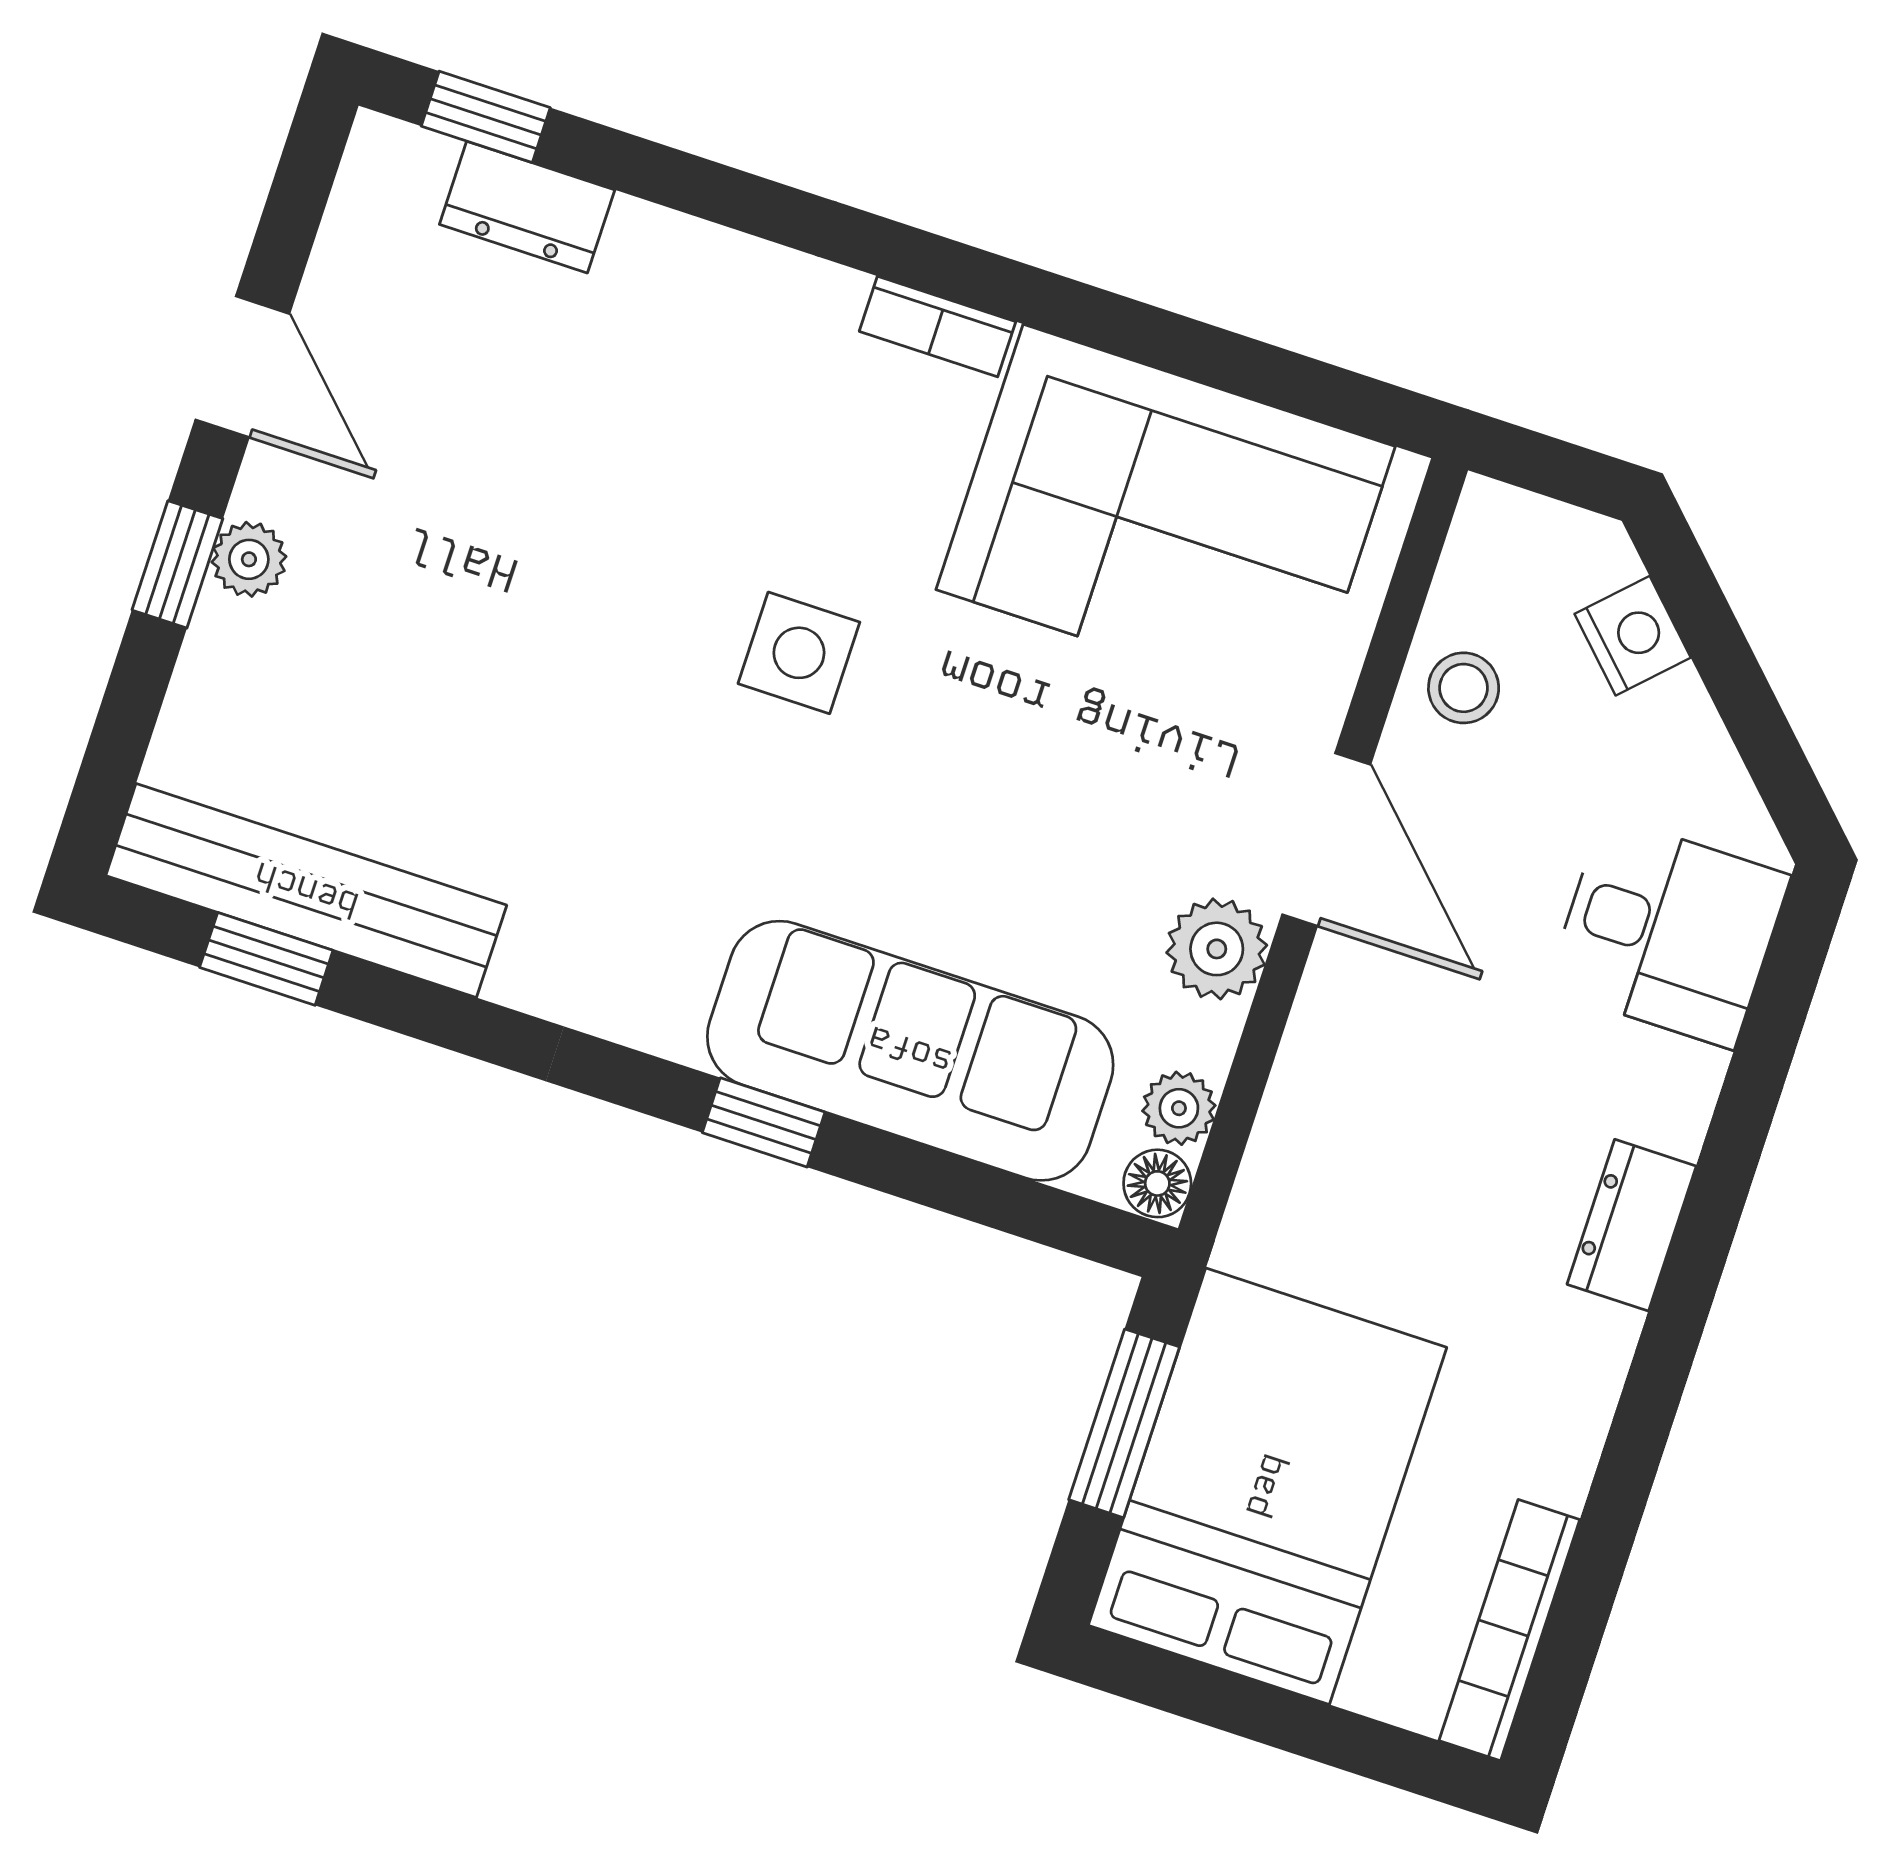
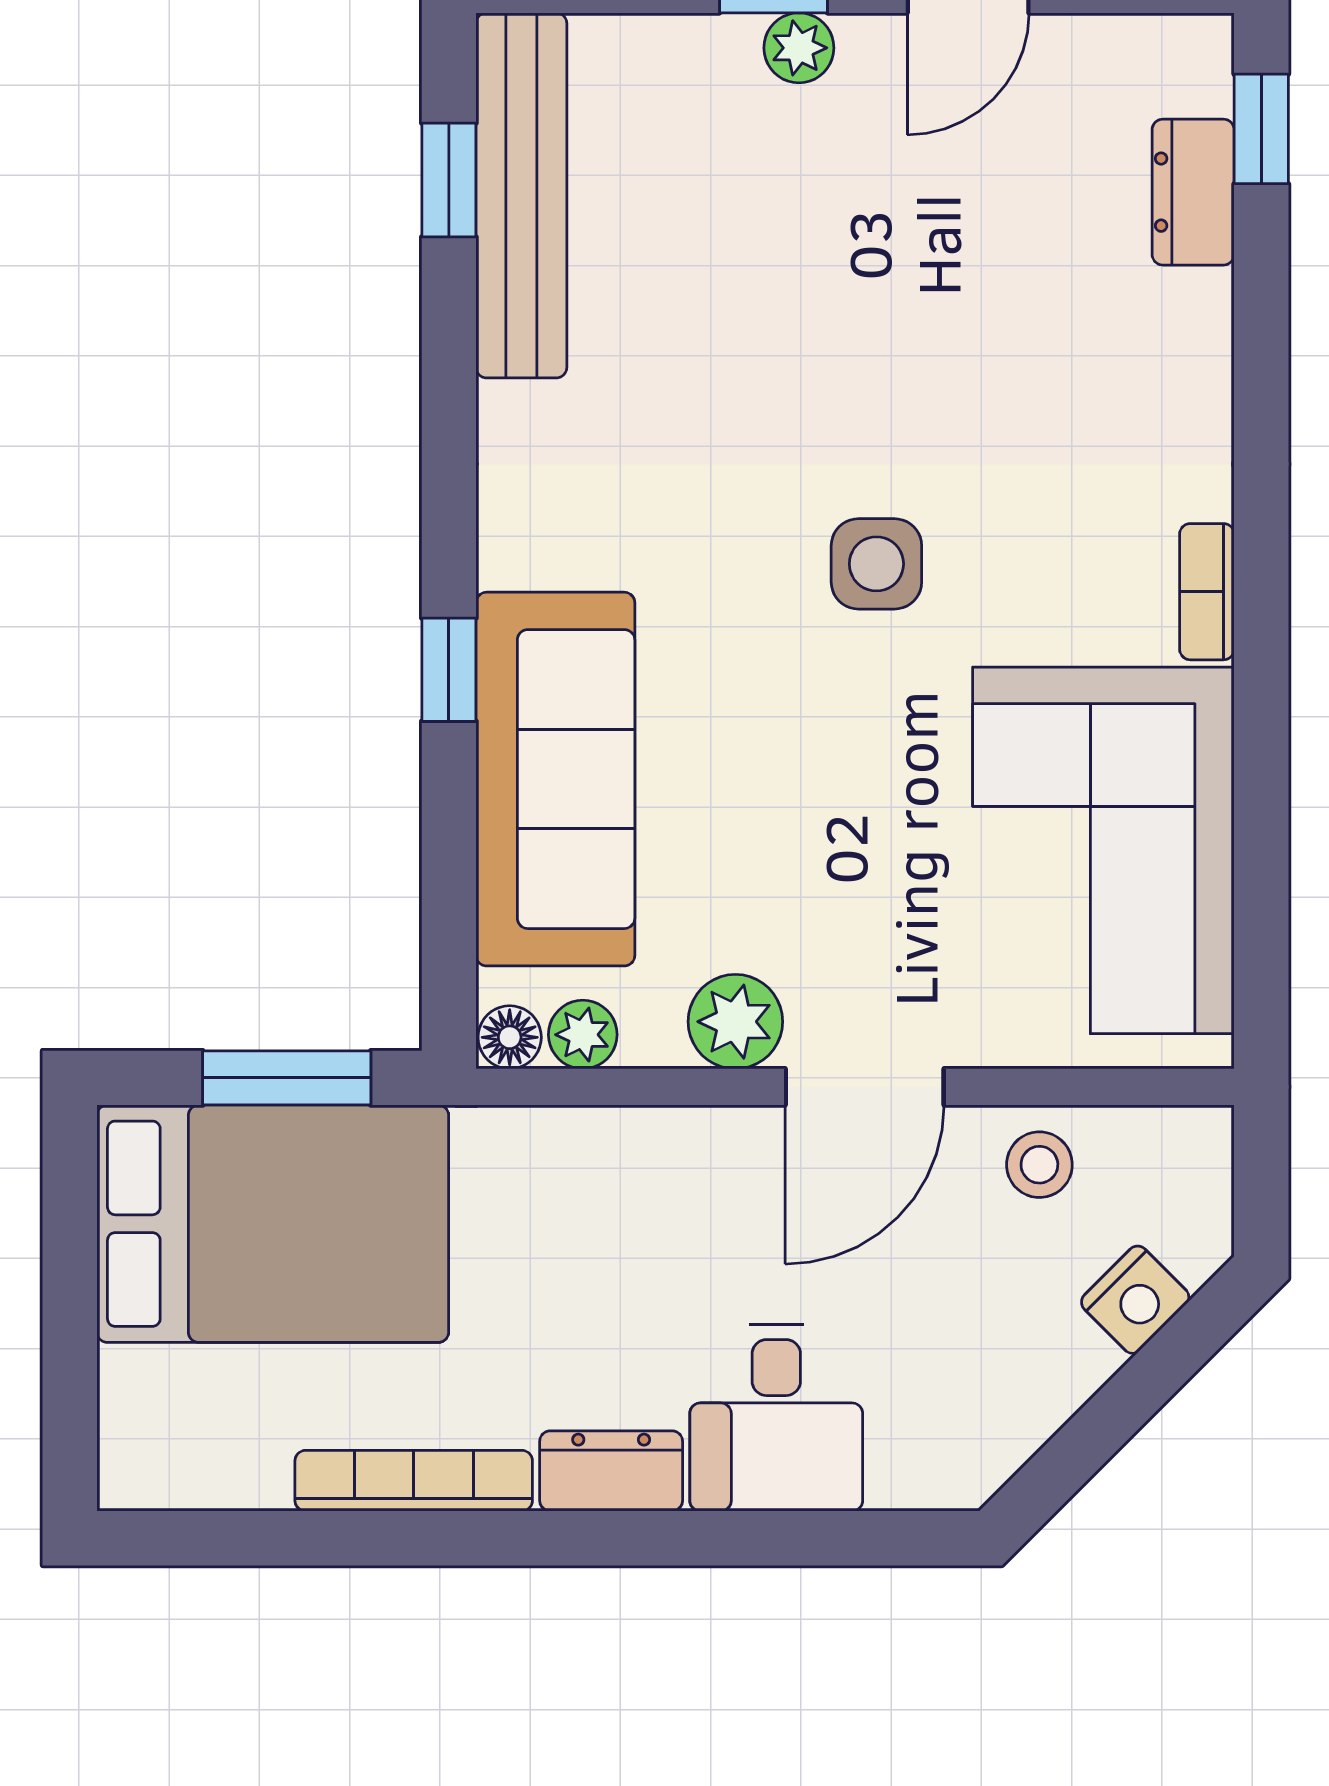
desk: (1668, 932) -> (776, 1418), moved
bookcase: (1509, 1630) -> (414, 1481), moved

